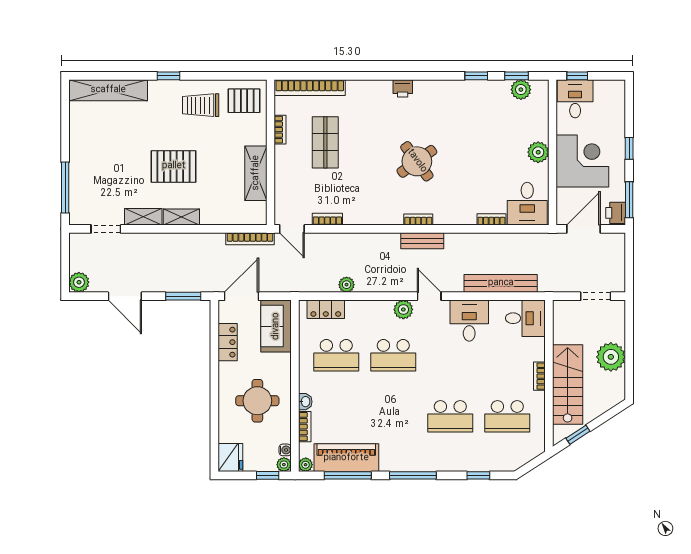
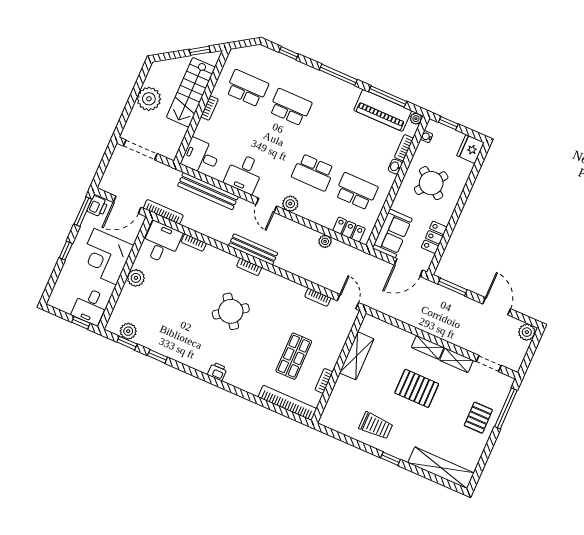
pallet: (244, 101) -> (478, 418), moved, turned 90
bookcase: (250, 239) -> (163, 212), moved
bench: (422, 241) -> (253, 249), width x1.36
doorway: (596, 296) -> (140, 150), width x1.38
school desk: (393, 355) -> (313, 172), turned 180
round table: (257, 401) -> (431, 183), turned 37
plant: (284, 465) -> (432, 126), removed

